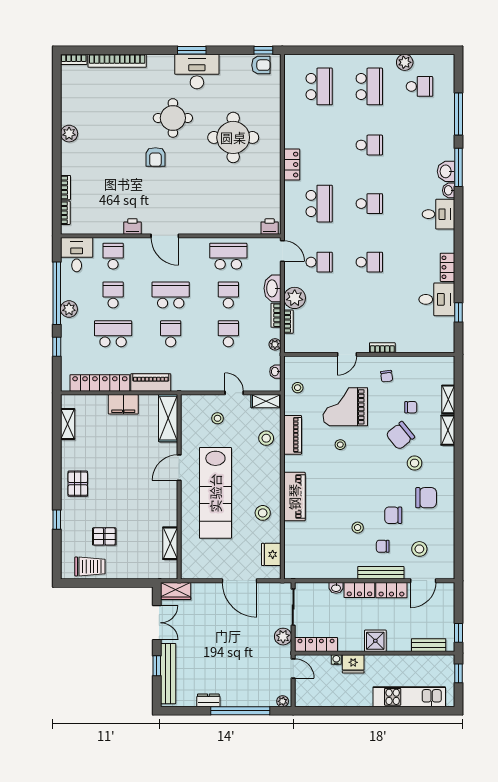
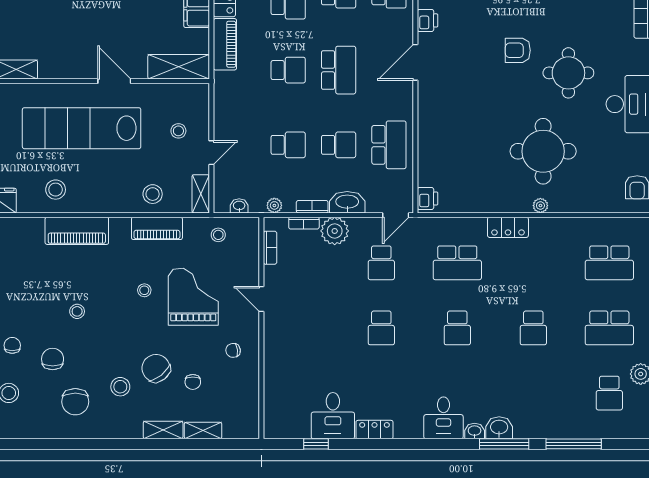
plant: (275, 140) -> (540, 206), added
bookcase: (382, 348) -> (270, 248), moved
stool: (358, 528) -> (77, 311), moved

